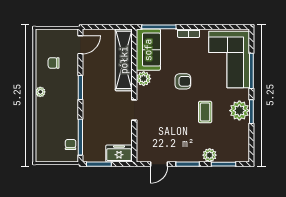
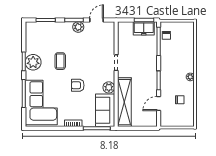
door: (80, 45) -> (159, 104), moved
freezer: (119, 153) -> (144, 28), moved
plant: (210, 155) -> (78, 27), moved

